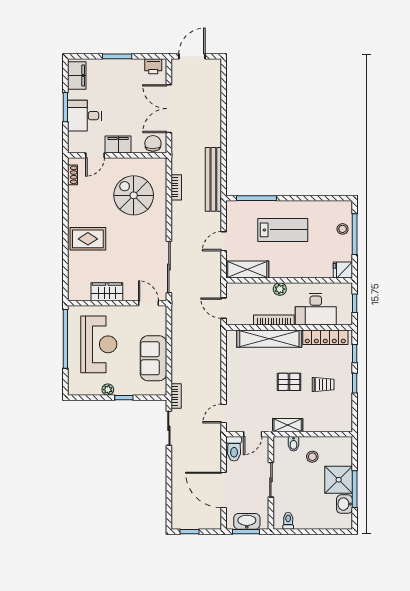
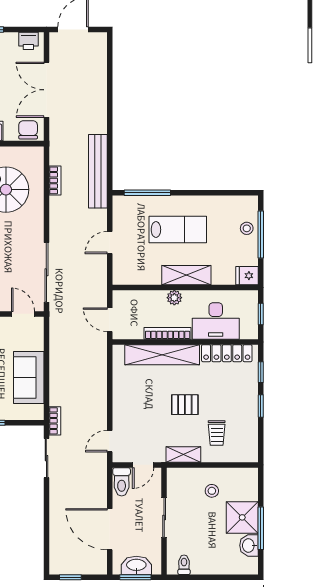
shelving: (247, 270) -> (186, 275), moved
trolley: (323, 384) -> (217, 433), moved, turned 90
bidet: (294, 444) -> (190, 476), removed

